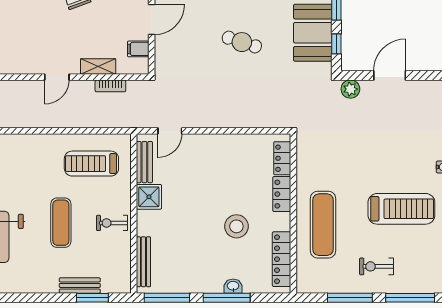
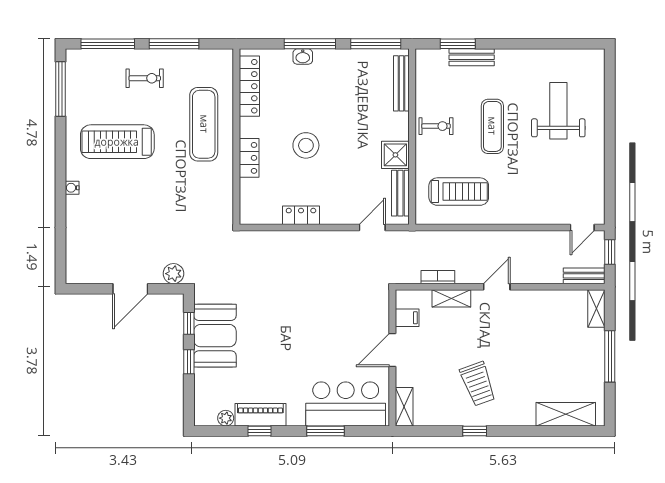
cafe table: (242, 42) -> (293, 325), removed
locker: (282, 158) -> (301, 215), moved, turned -90
stool: (236, 226) -> (306, 145), moved

